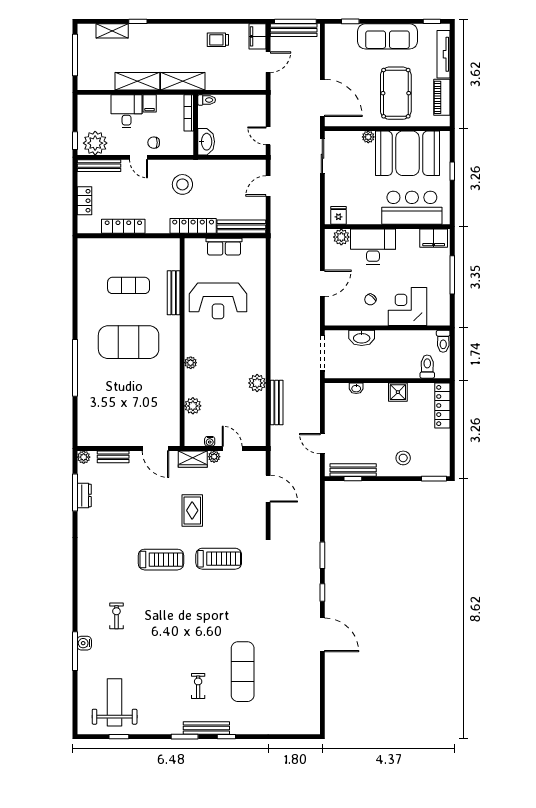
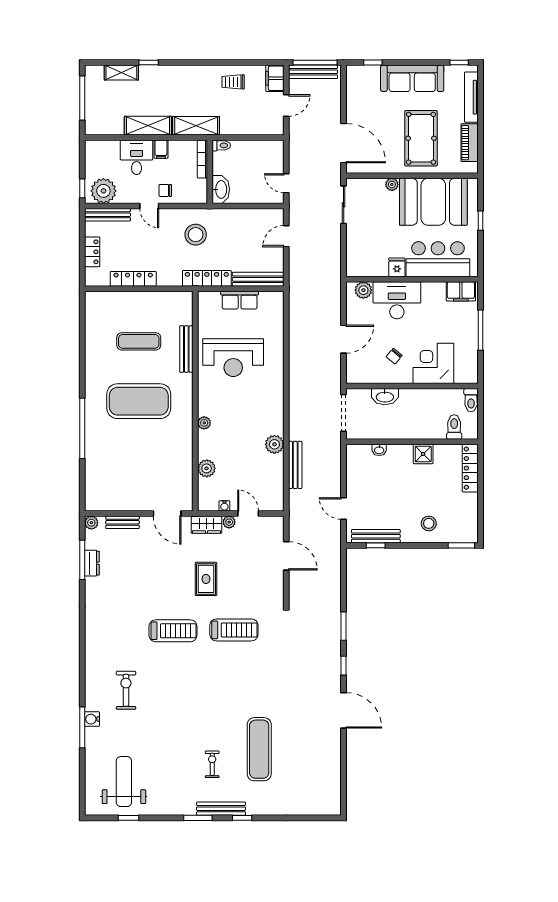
fridge: (338, 215) -> (397, 267), moved
exercise bike: (116, 616) -> (126, 690), width x1.38, depth x1.39

